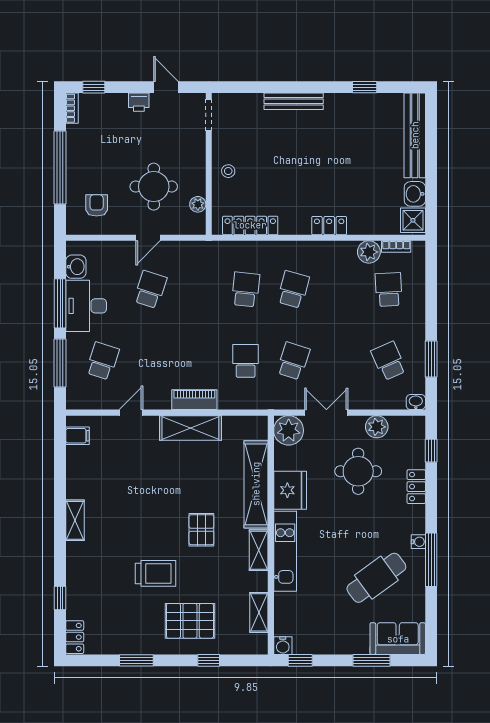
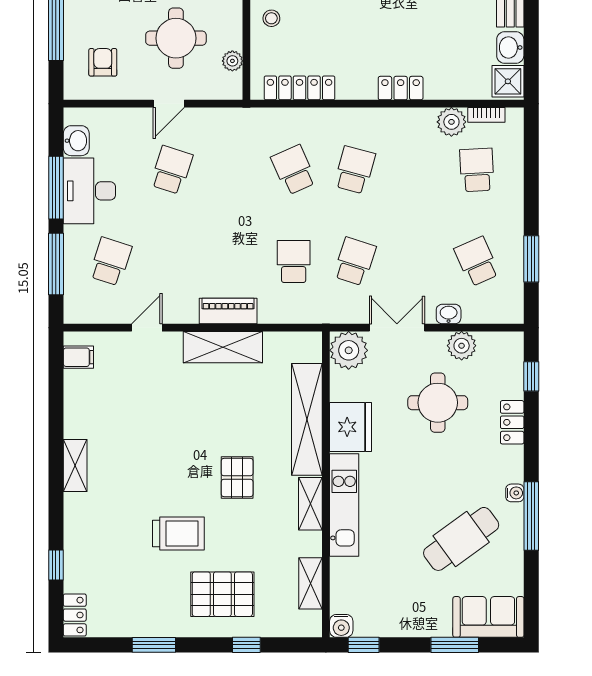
school desk: (246, 289) -> (294, 170), turned -30
washbasin: (416, 402) -> (449, 314), moved

